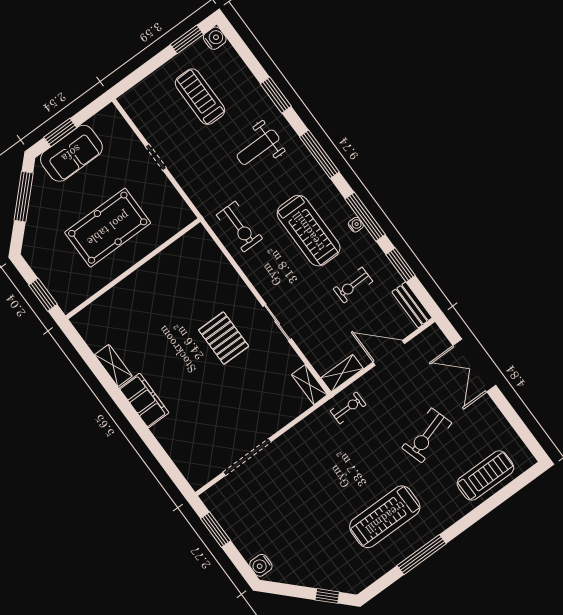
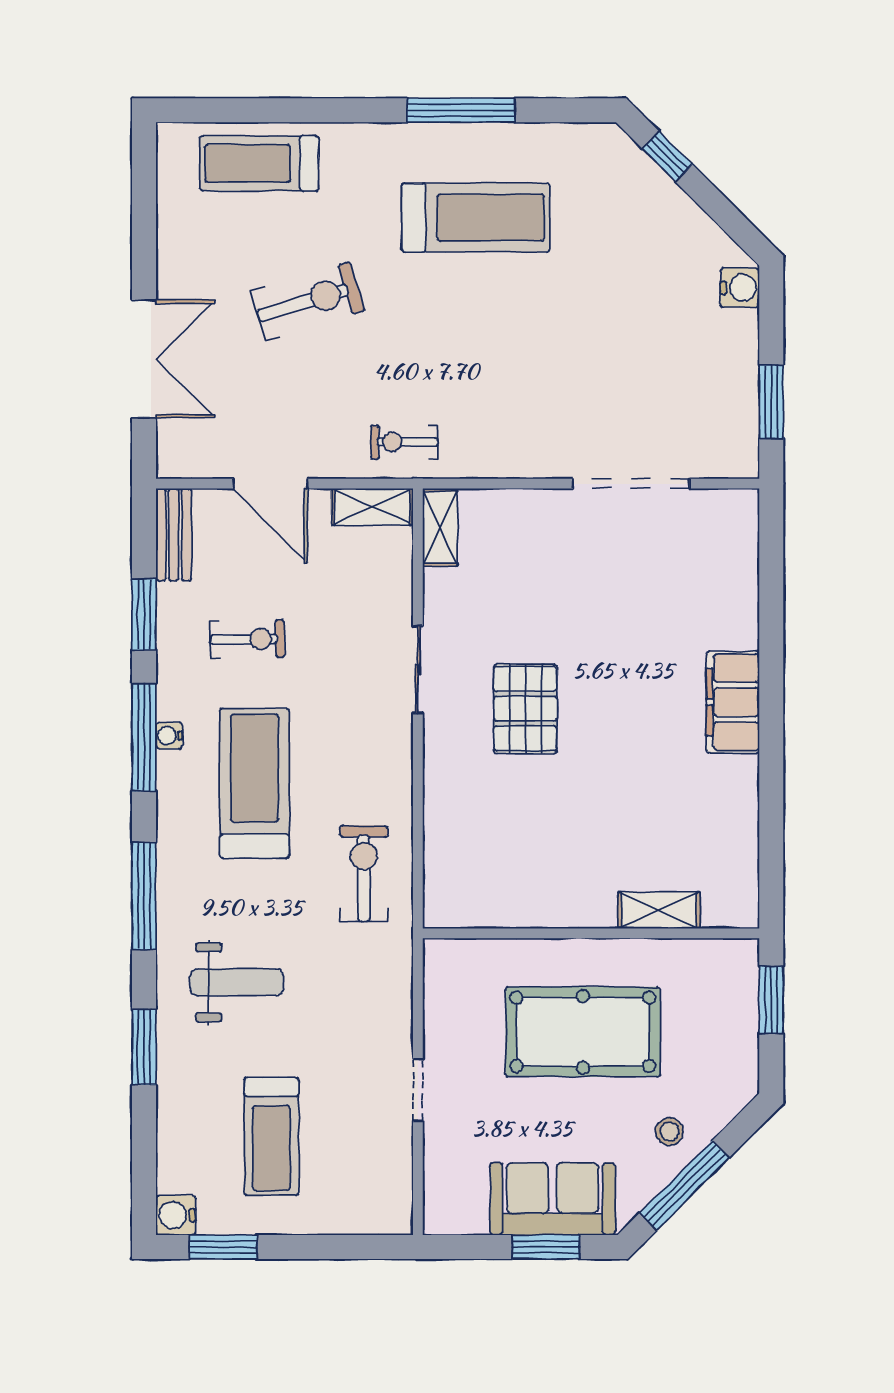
stool: (45, 213) -> (670, 1132), added
shelving: (113, 365) -> (659, 910), moved, turned 90

